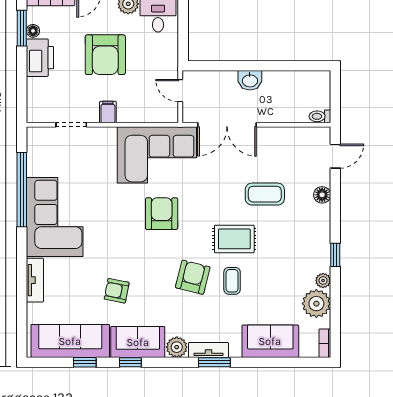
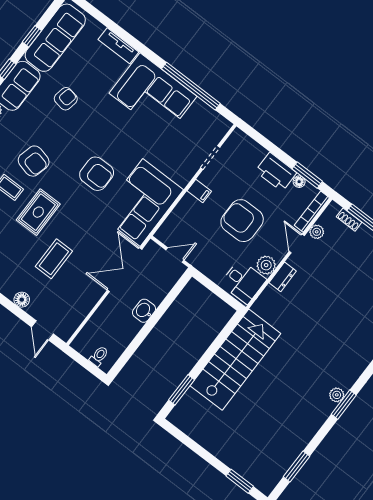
toilet: (320, 116) -> (99, 356), moved

